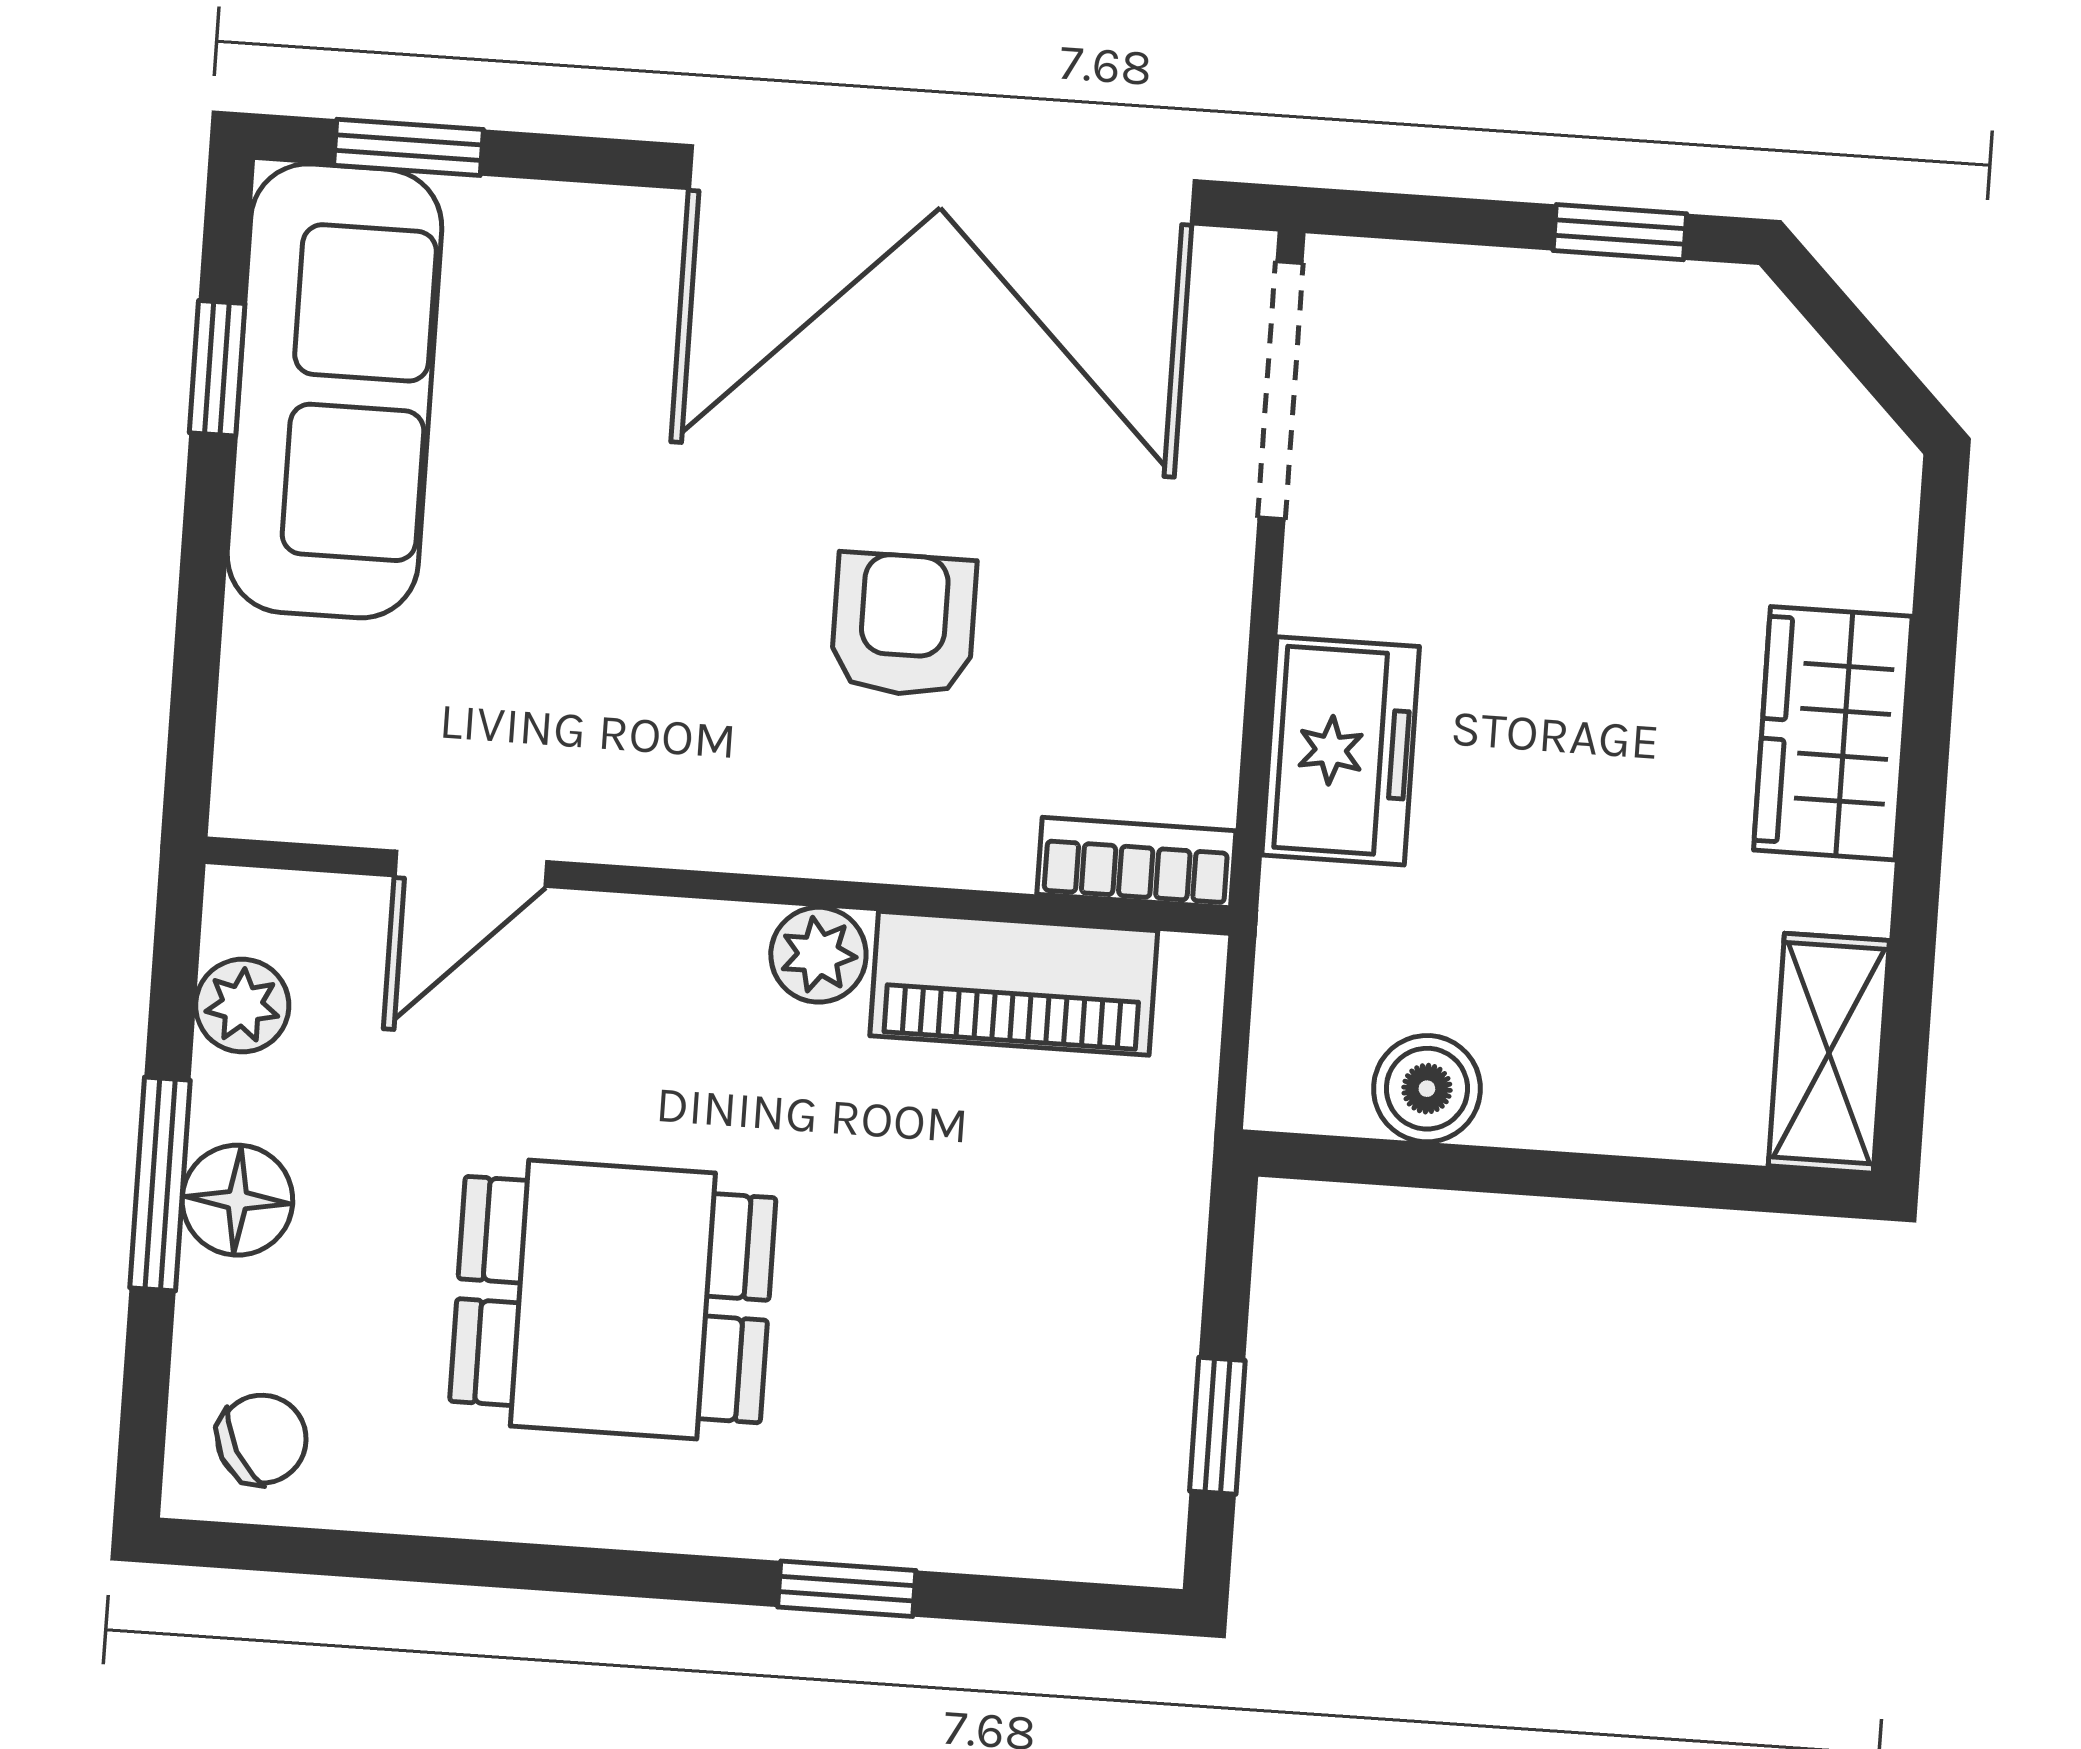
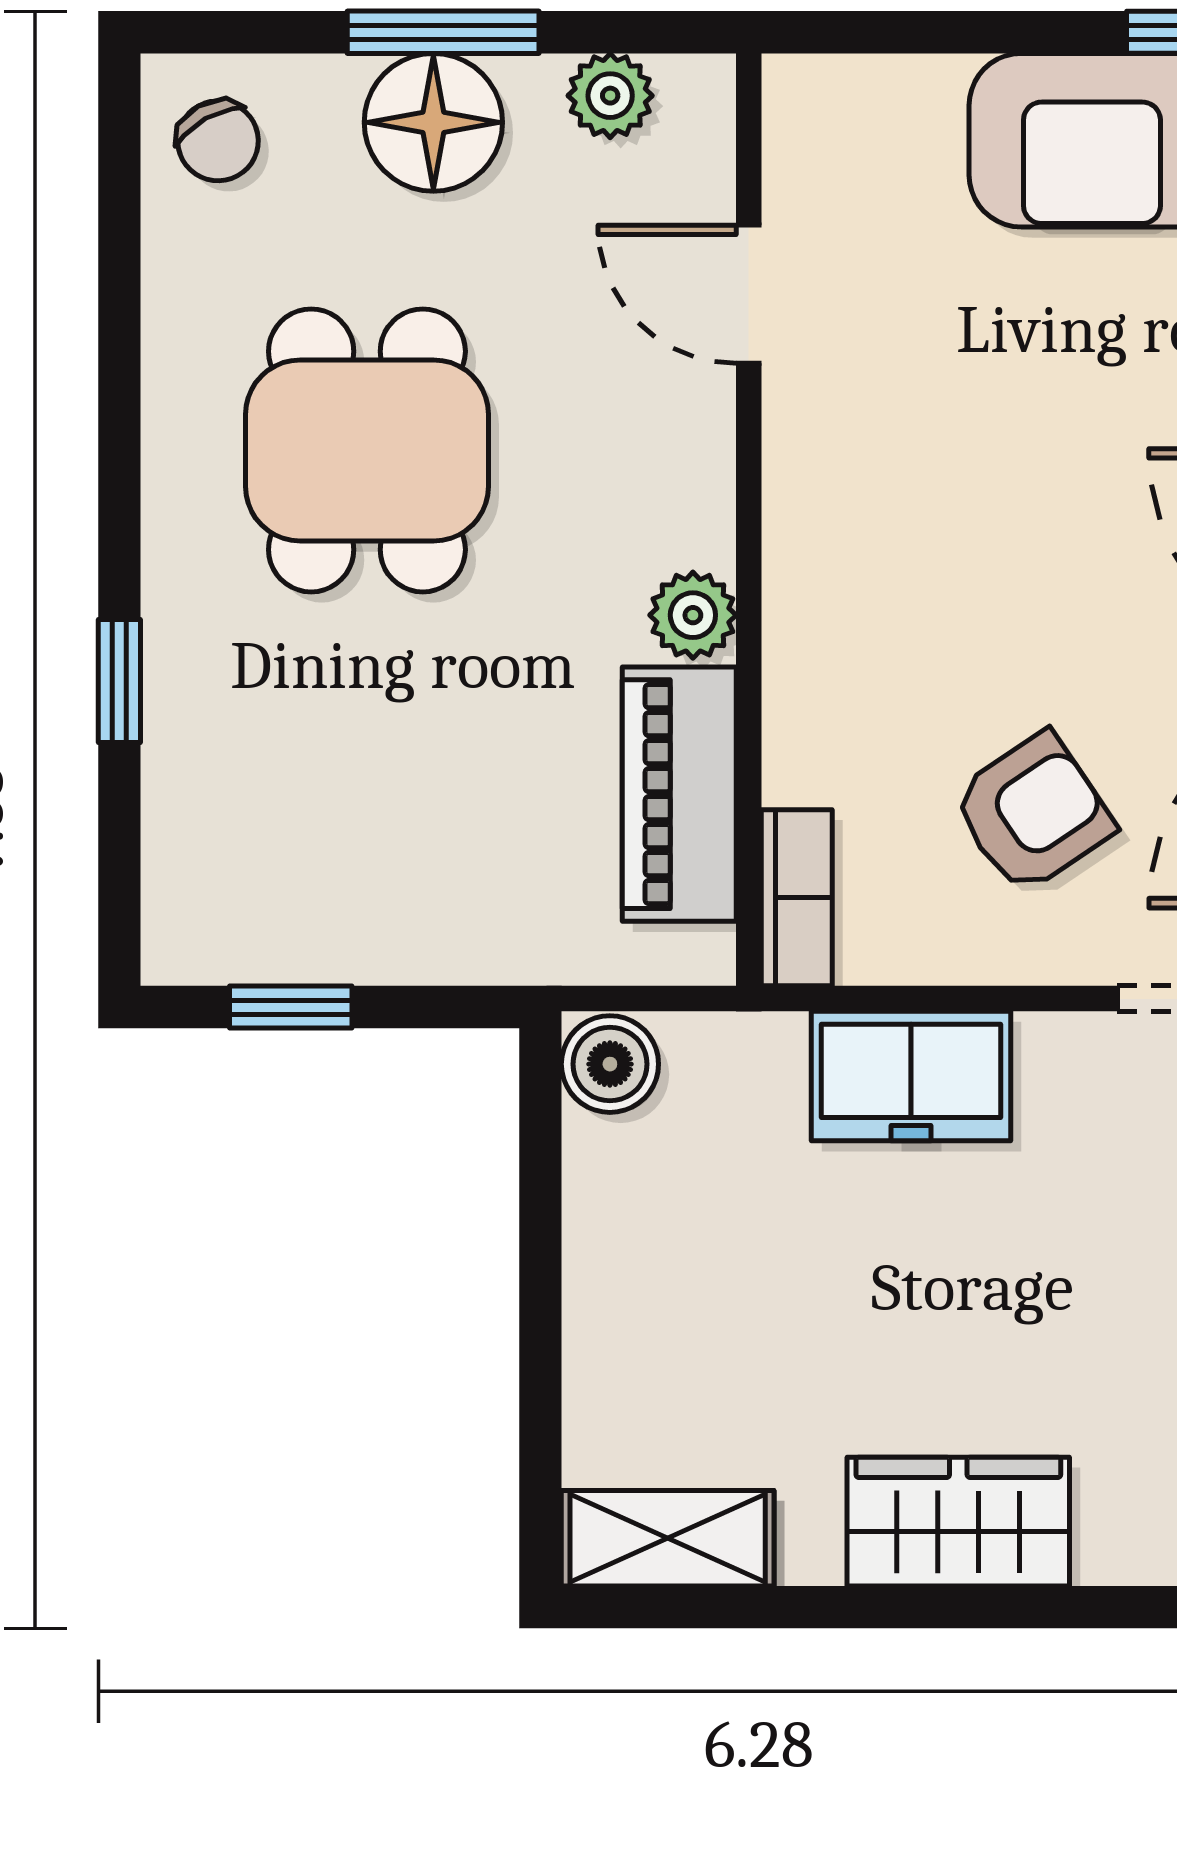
armchair: (903, 625) -> (1033, 813), moved, turned -34
boiler: (1427, 1089) -> (610, 1064), moved
floor lamp: (237, 1200) -> (433, 122), width x1.38, depth x1.38

